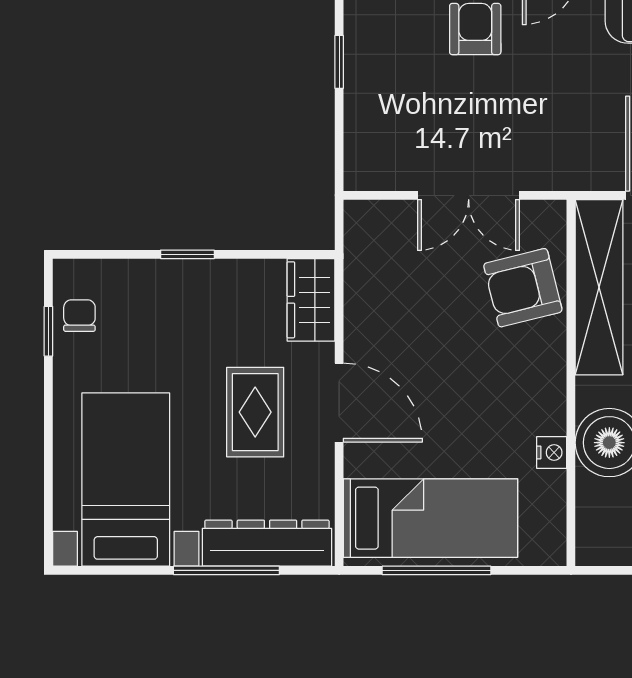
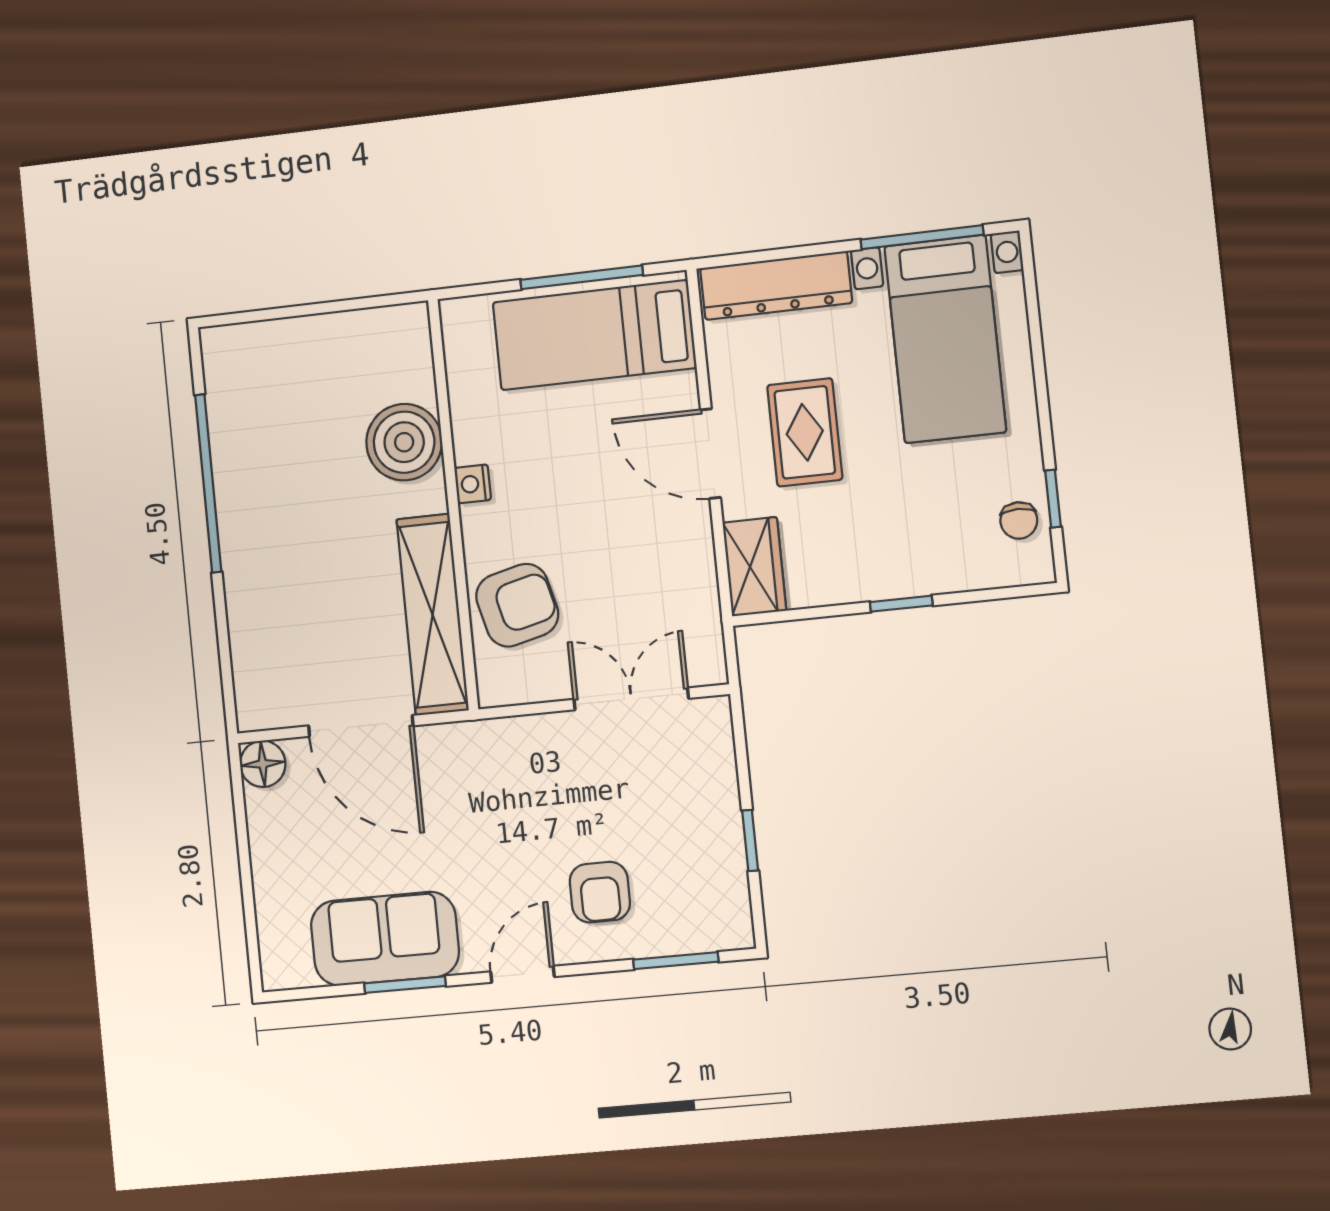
double door: (469, 195) -> (631, 699), moved
nightstand: (552, 452) -> (473, 484), moved
window: (226, 570) -> (922, 237), moved

